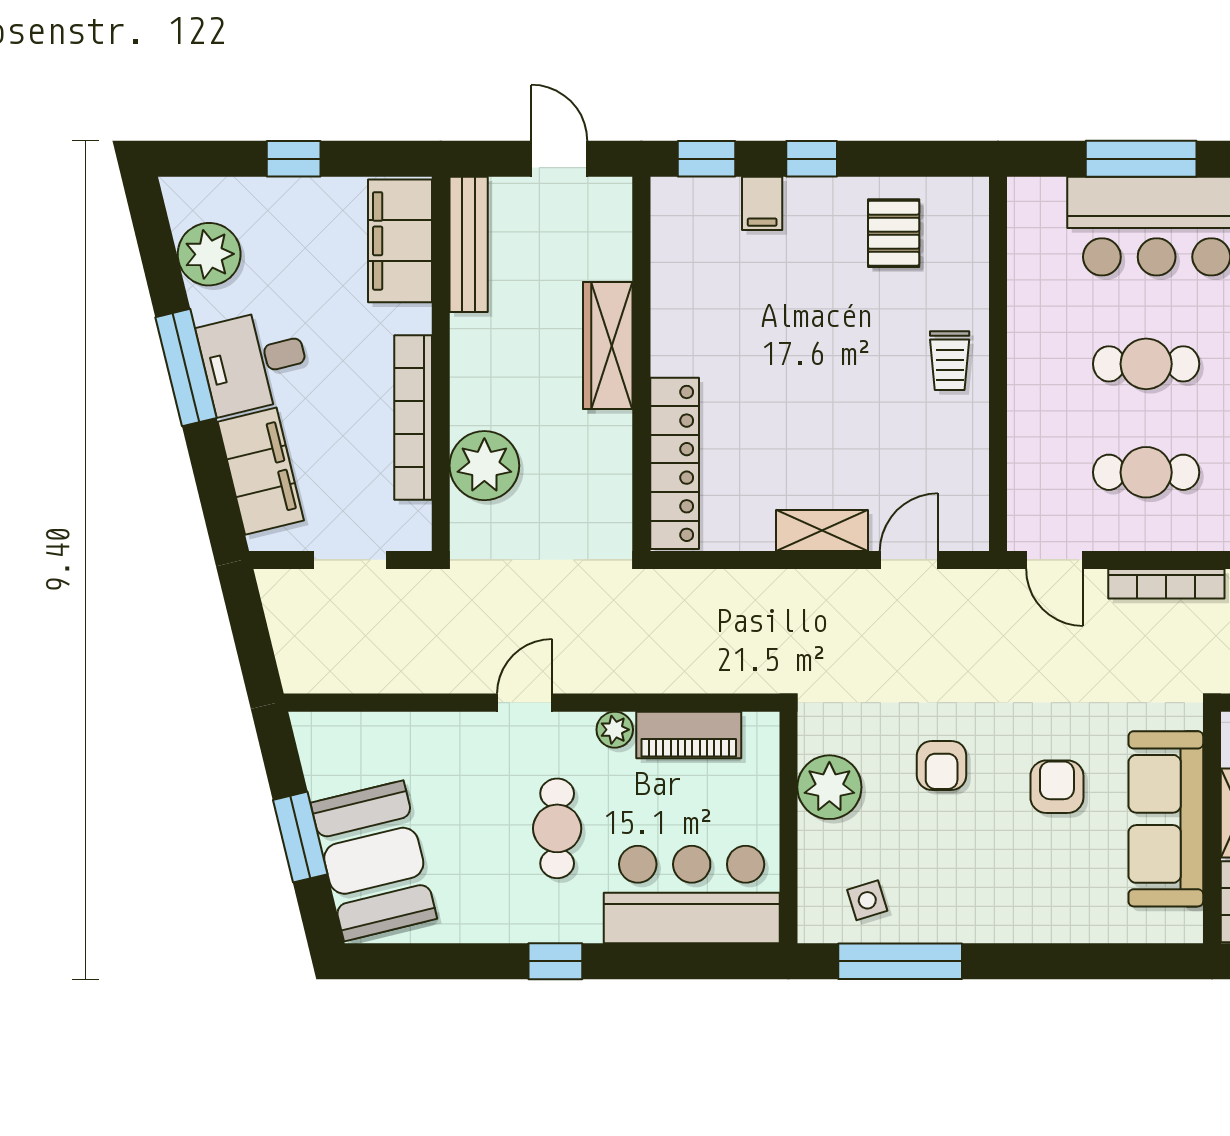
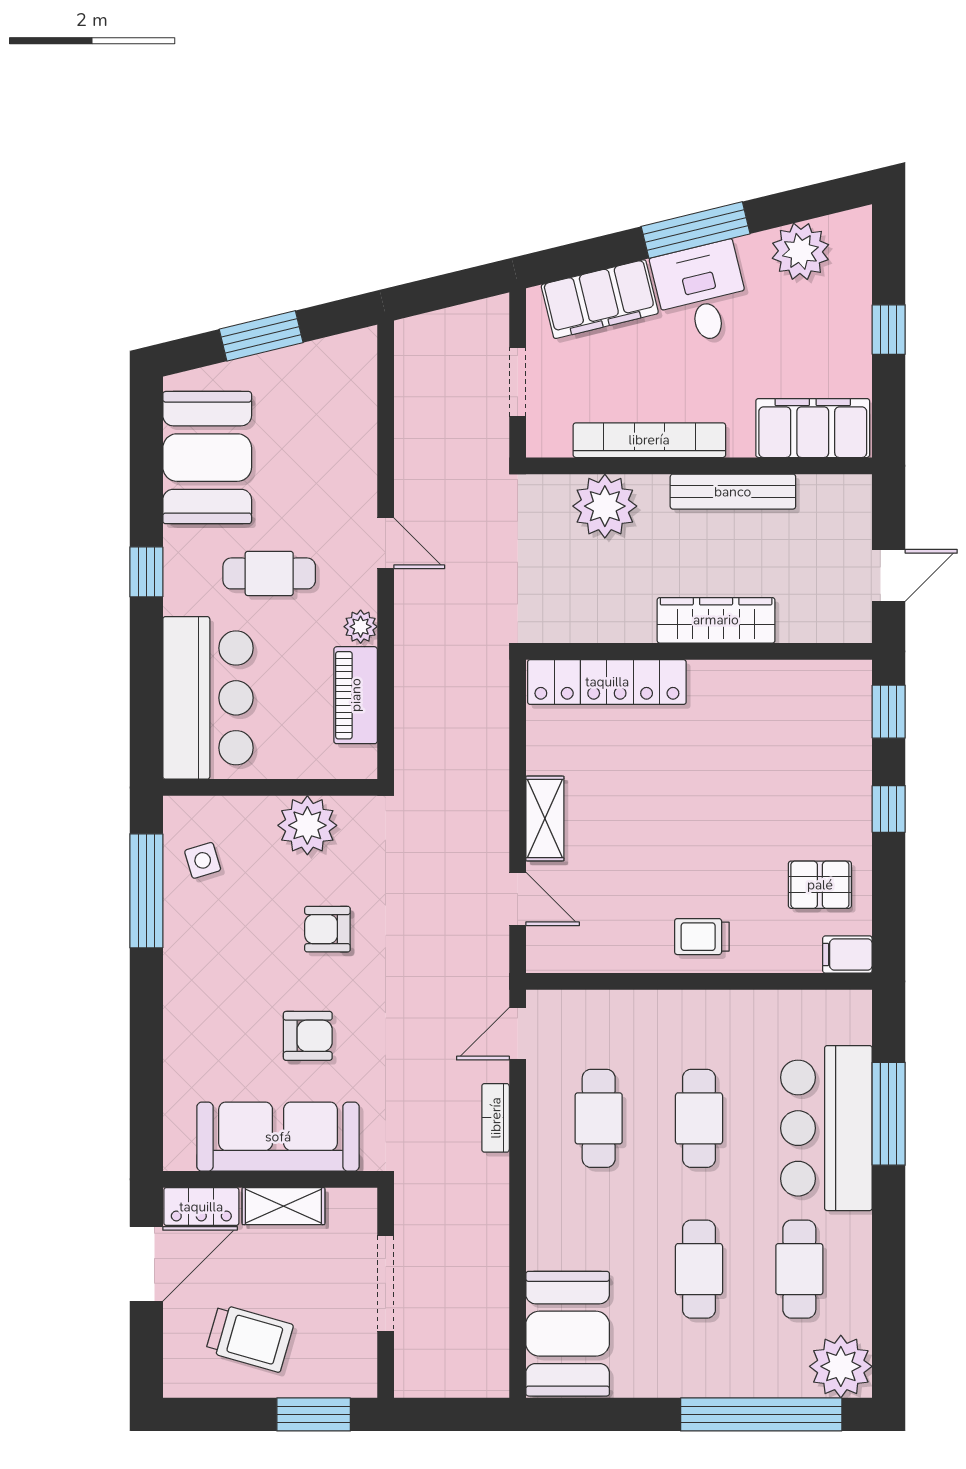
filing cabinet: (762, 203) -> (847, 955), moved
bench: (469, 244) -> (733, 492), moved
bookcase: (1166, 584) -> (496, 1118), width x0.64
booth: (374, 861) -> (207, 458), moved, turned -76

